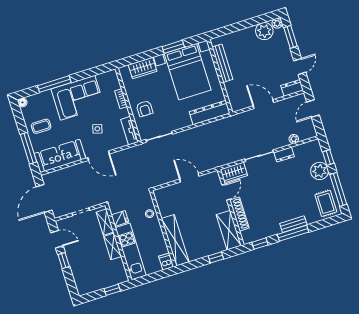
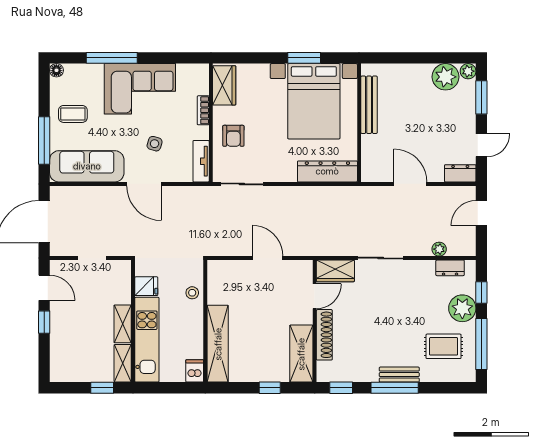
wardrobe: (143, 68) -> (224, 85), moved, turned -90
dresser: (284, 155) -> (450, 268), moved
rug: (326, 203) -> (444, 346), moved, turned 90
shelving: (105, 222) -> (123, 363), moved

